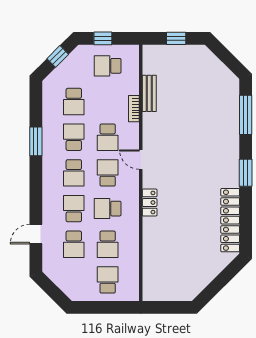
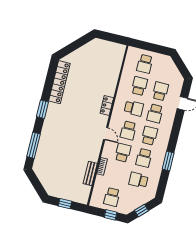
school desk: (108, 66) -> (112, 197), turned 90
school desk: (74, 102) -> (138, 180), turned -90

